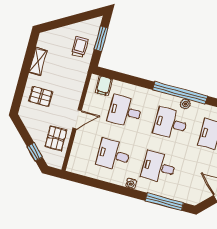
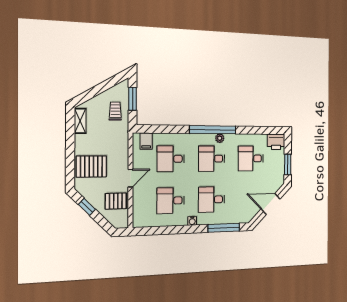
shelving: (38, 61) -> (80, 121), moved
pallet: (41, 96) -> (91, 167), width x1.50, depth x1.42
pallet: (56, 138) -> (116, 201), turned 90
window: (35, 152) -> (87, 207), moved

